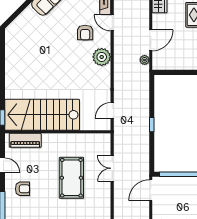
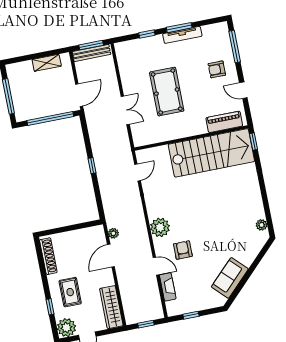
plant: (10, 41) -> (262, 225), added

